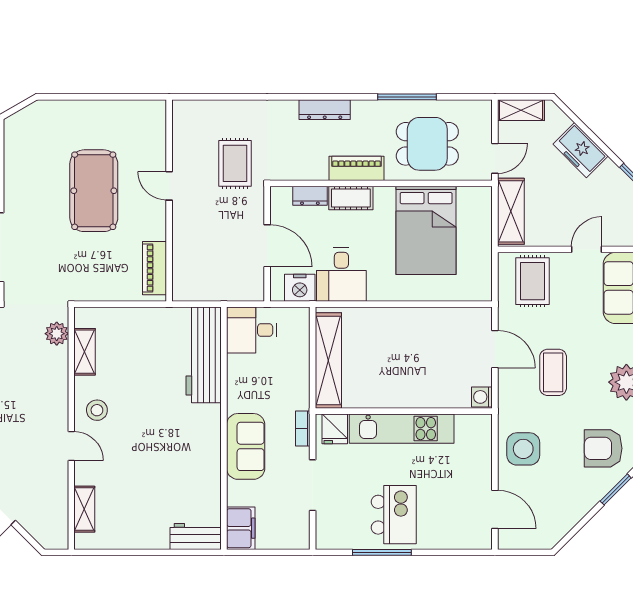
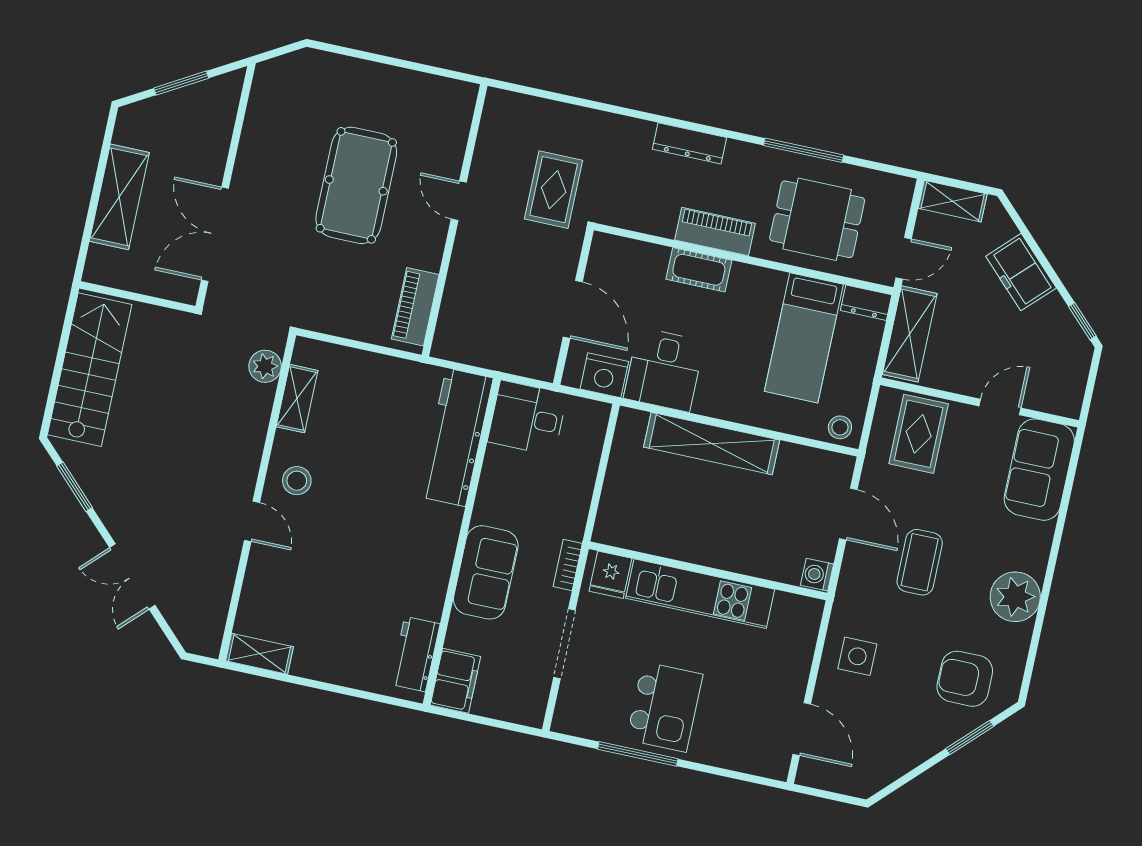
dresser: (310, 196) -> (866, 303), moved
bed: (426, 230) -> (804, 338), width x0.67
stool: (476, 289) -> (840, 427), added
shelving: (328, 360) -> (712, 444), moved, turned 90
side table: (523, 449) -> (857, 656), width x0.73, depth x0.73
shelving: (84, 509) -> (259, 654), moved, turned 90
workbench: (196, 536) -> (415, 654), moved, turned -90

